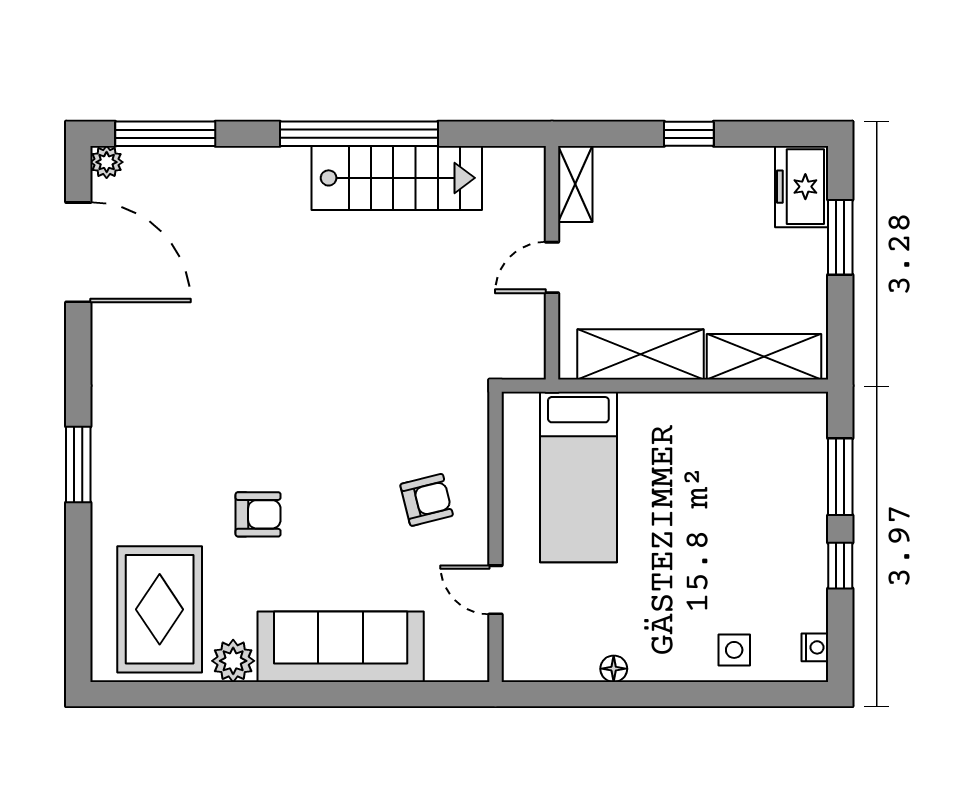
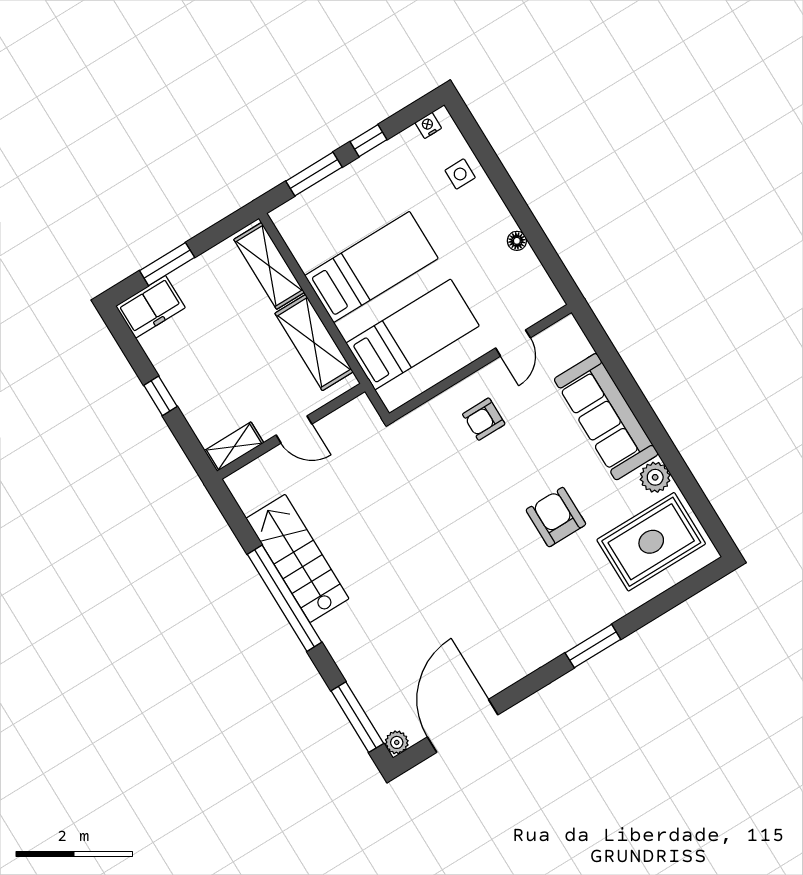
bed: (688, 477) -> (371, 267), added
armchair: (427, 500) -> (484, 419), turned -76
armchair: (258, 514) -> (556, 517), width x1.38, depth x1.38

